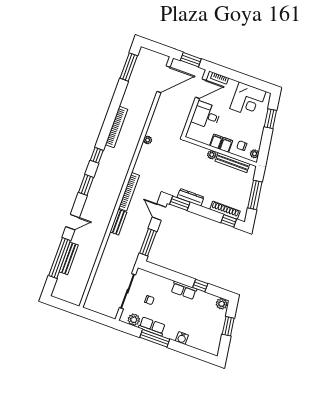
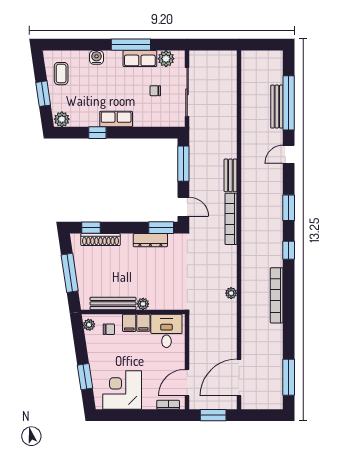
desk: (206, 115) -> (166, 331), moved, turned -90
coffee table: (211, 336) -> (61, 74), added

